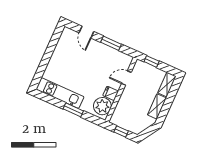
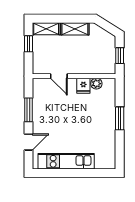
window: (152, 61) -> (29, 44), moved
kitchen unit: (60, 93) -> (66, 161), moved, turned 90
plant: (102, 106) -> (96, 84), width x0.53, depth x0.53

